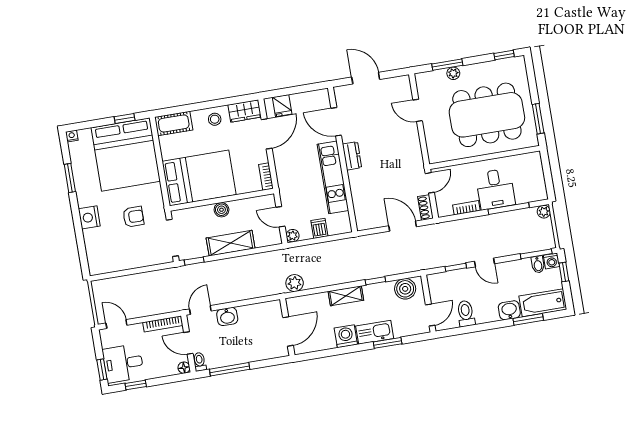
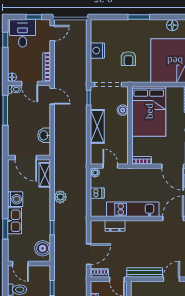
bench: (415, 148) -> (145, 272), added
dresser: (352, 156) -> (115, 226), moved
floor lamp: (79, 166) -> (172, 25), added
window: (70, 178) -> (139, 17), moved
boiler: (221, 210) -> (123, 110), moved
nightstand: (89, 217) -> (97, 51), moved, turned -90
door: (280, 217) -> (110, 166), hinge flipped
plant: (295, 283) -> (60, 197), moved
shelving: (346, 296) -> (45, 175), moved
washbasin: (227, 317) -> (44, 135), moved
door: (188, 343) -> (30, 83), swing flipped
window: (102, 370) -> (34, 17), moved

